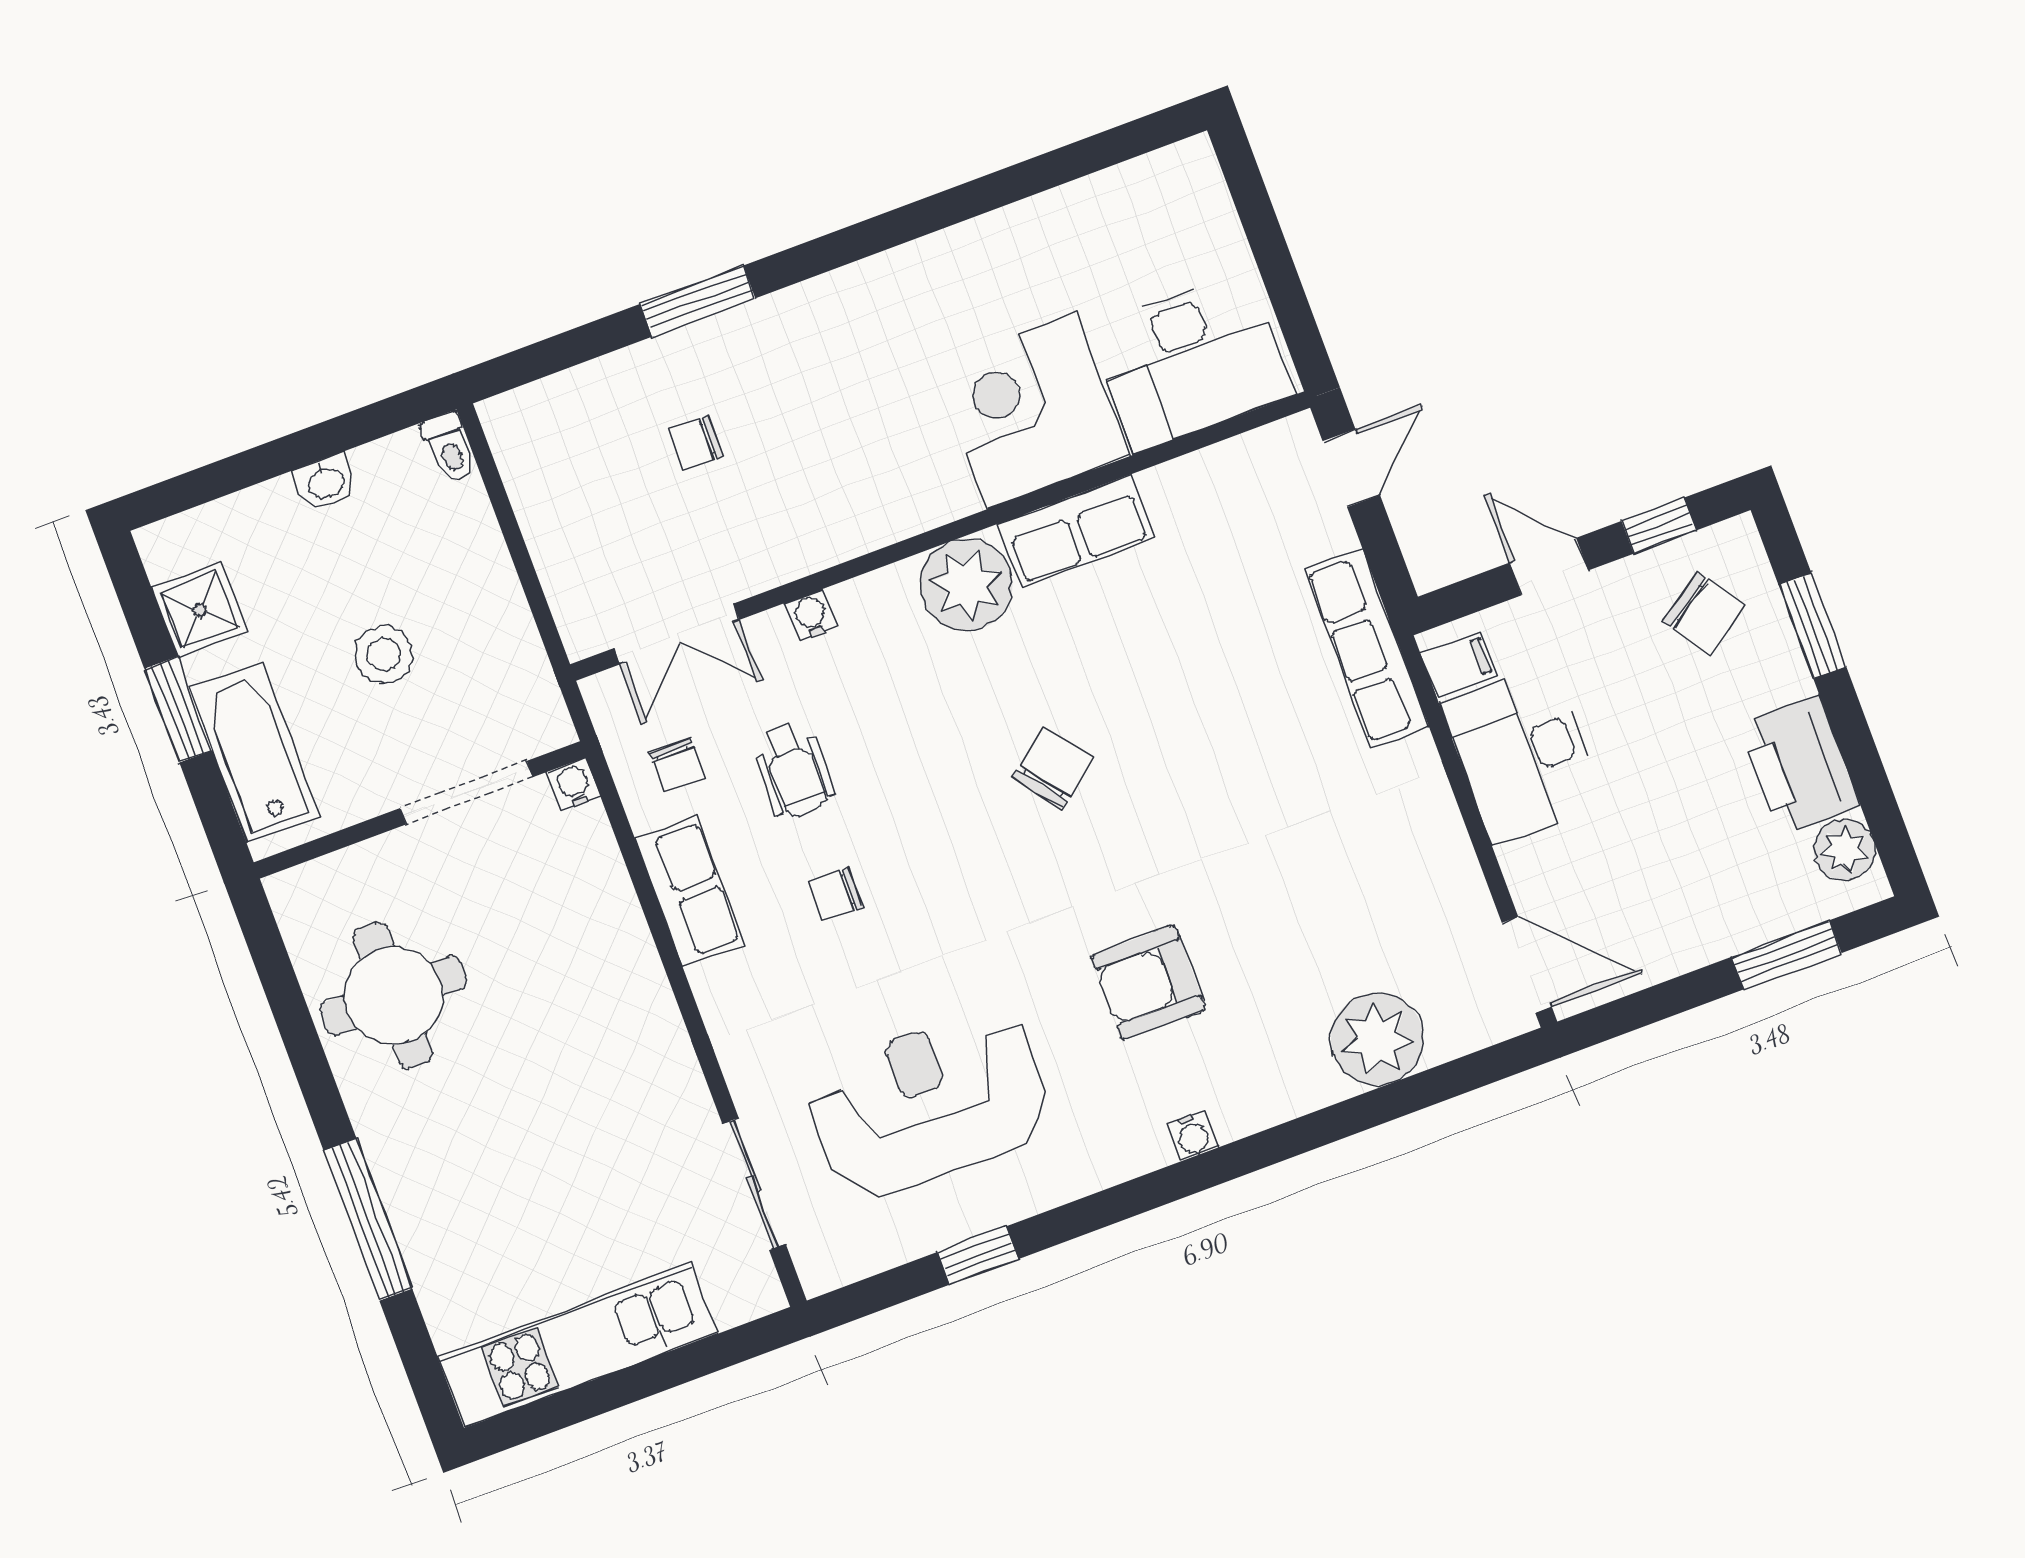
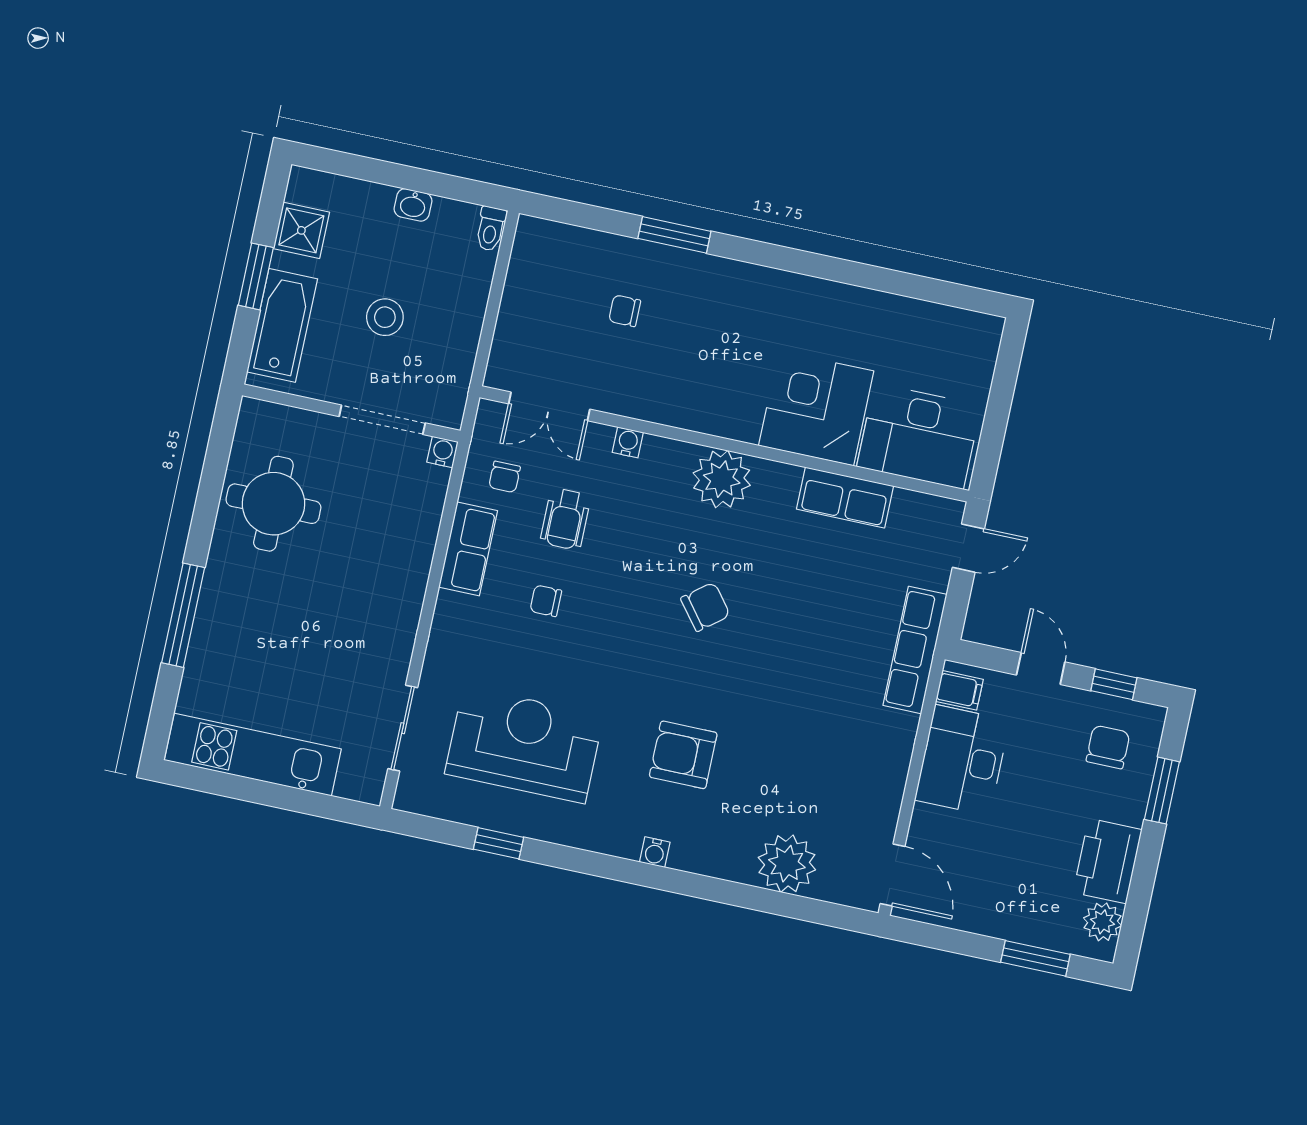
row of seats: (1076, 531) -> (845, 498), moved
chair: (1704, 614) -> (1108, 747), turned -146

